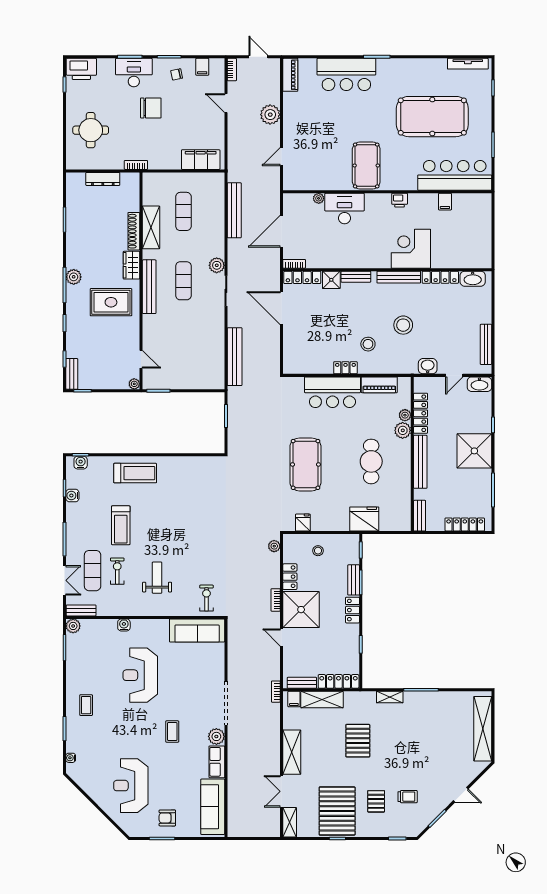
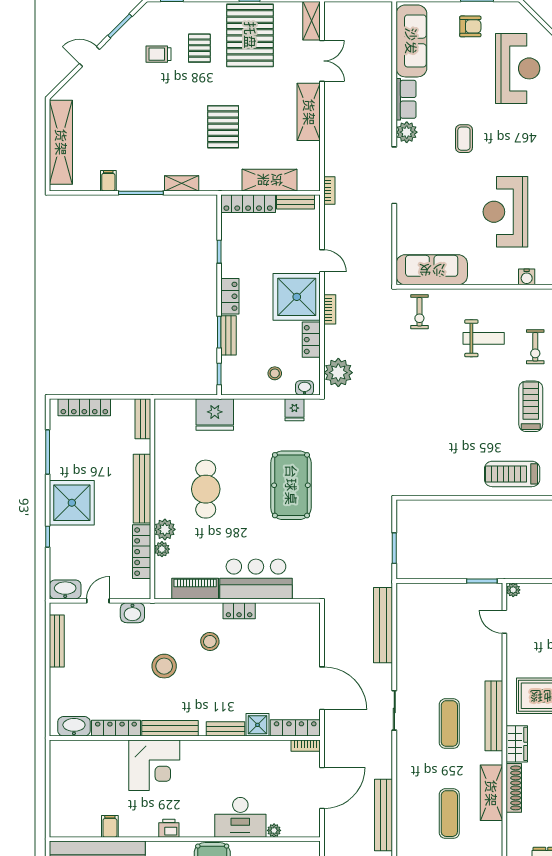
plant: (217, 265) -> (406, 744), removed
washbasin: (295, 539) -> (305, 388), added
plant: (274, 546) -> (338, 373), width x1.88, depth x1.88
weight bench: (157, 578) -> (484, 338), turned -90
reception desk: (140, 675) -> (505, 212), turned 180
filing cabinet: (294, 699) -> (108, 181), moved

